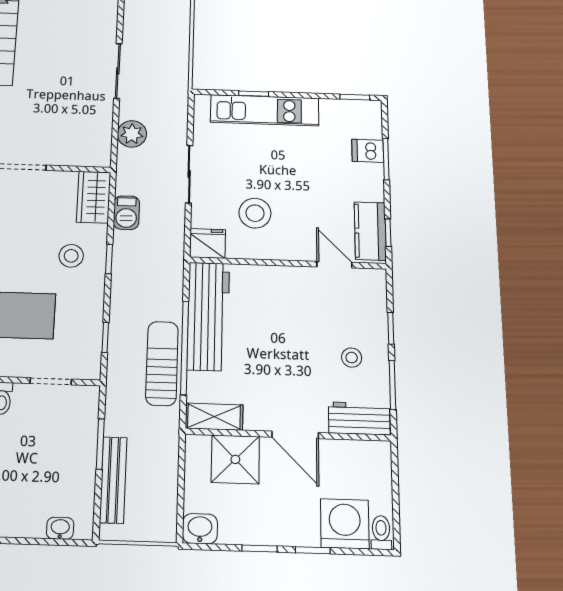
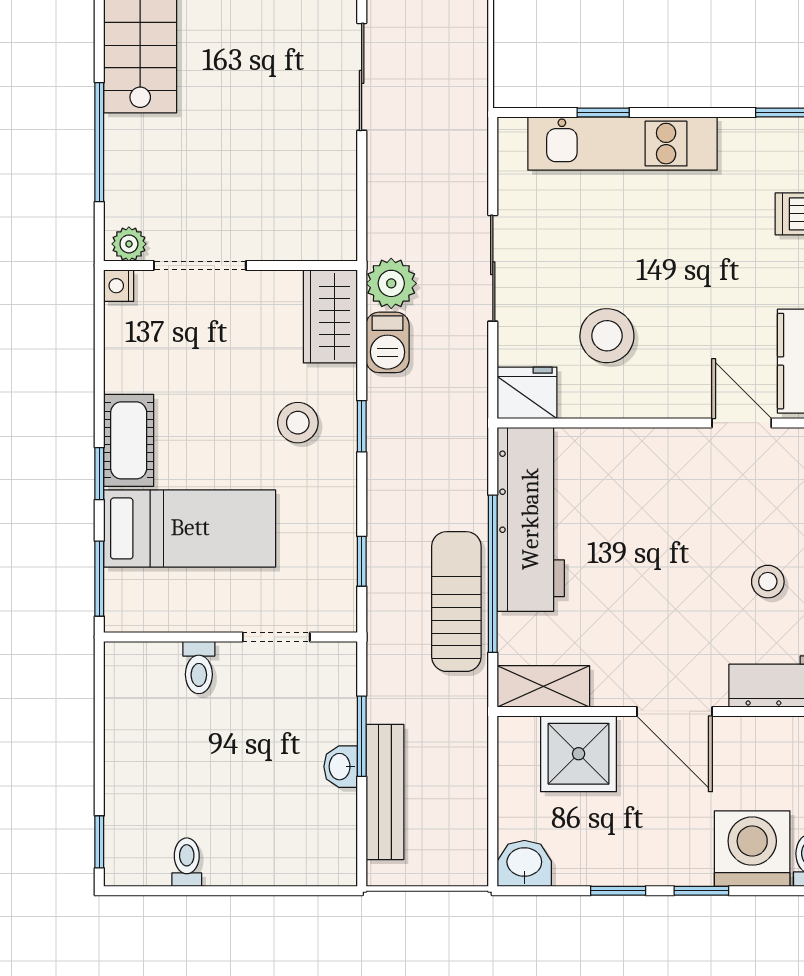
plant: (132, 134) -> (391, 283), moved
washbasin: (60, 528) -> (341, 767), moved, turned -90

